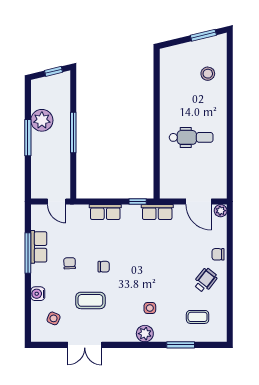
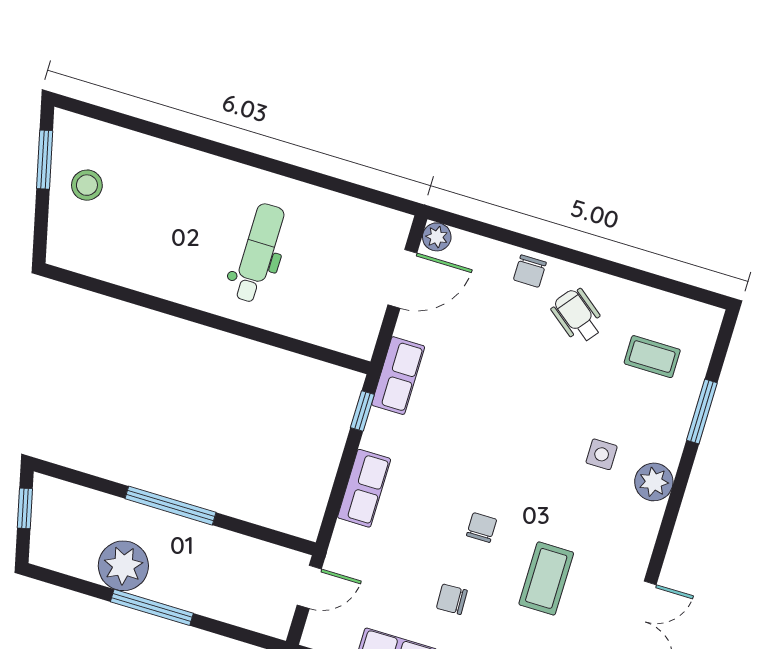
stool: (208, 74) -> (87, 185), moved
coffee table: (198, 317) -> (652, 357), turned 90

